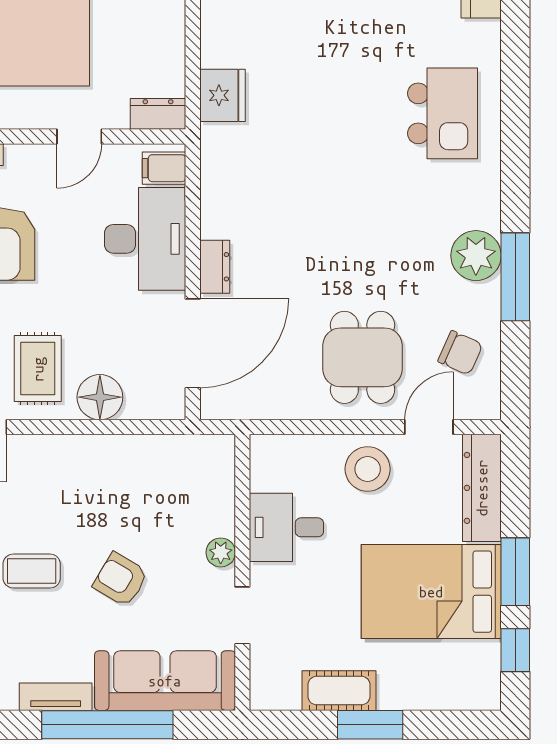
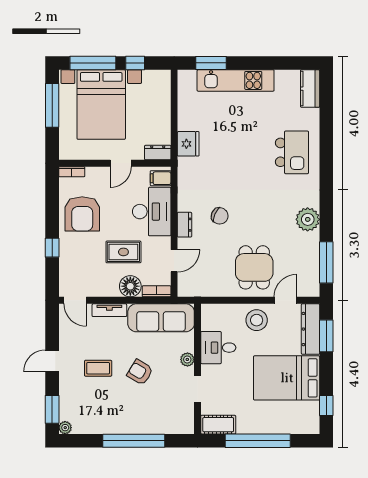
window: (515, 277) -> (326, 262), moved
door: (193, 343) -> (174, 261), width x0.53
chair: (460, 353) -> (220, 216), moved
rug: (38, 369) -> (123, 252), moved, turned 90
bookcase: (156, 408) -> (157, 291), added
window: (515, 572) -> (326, 336), moved
sofa: (165, 681) -> (161, 318), moved, turned 180
cot: (339, 691) -> (218, 425), moved
tv unit: (56, 697) -> (109, 310), moved, turned 180
window: (370, 725) -> (258, 441), width x2.11

